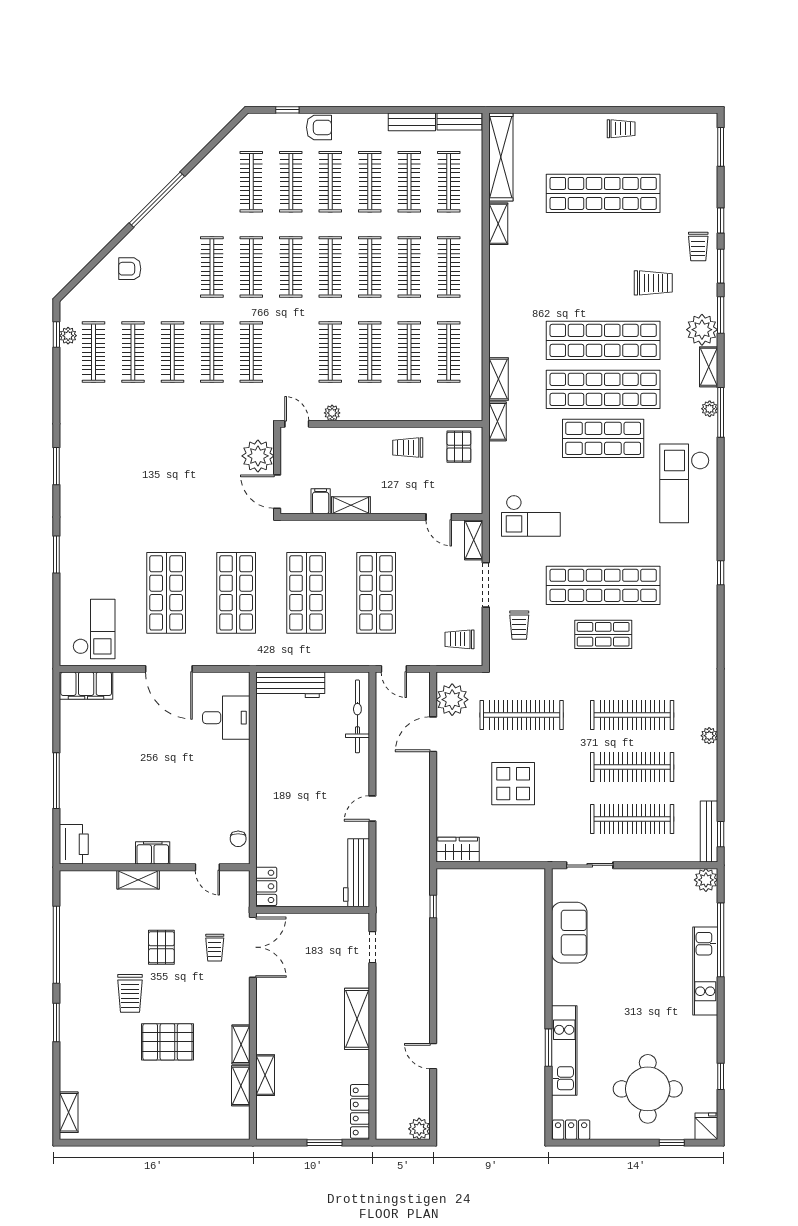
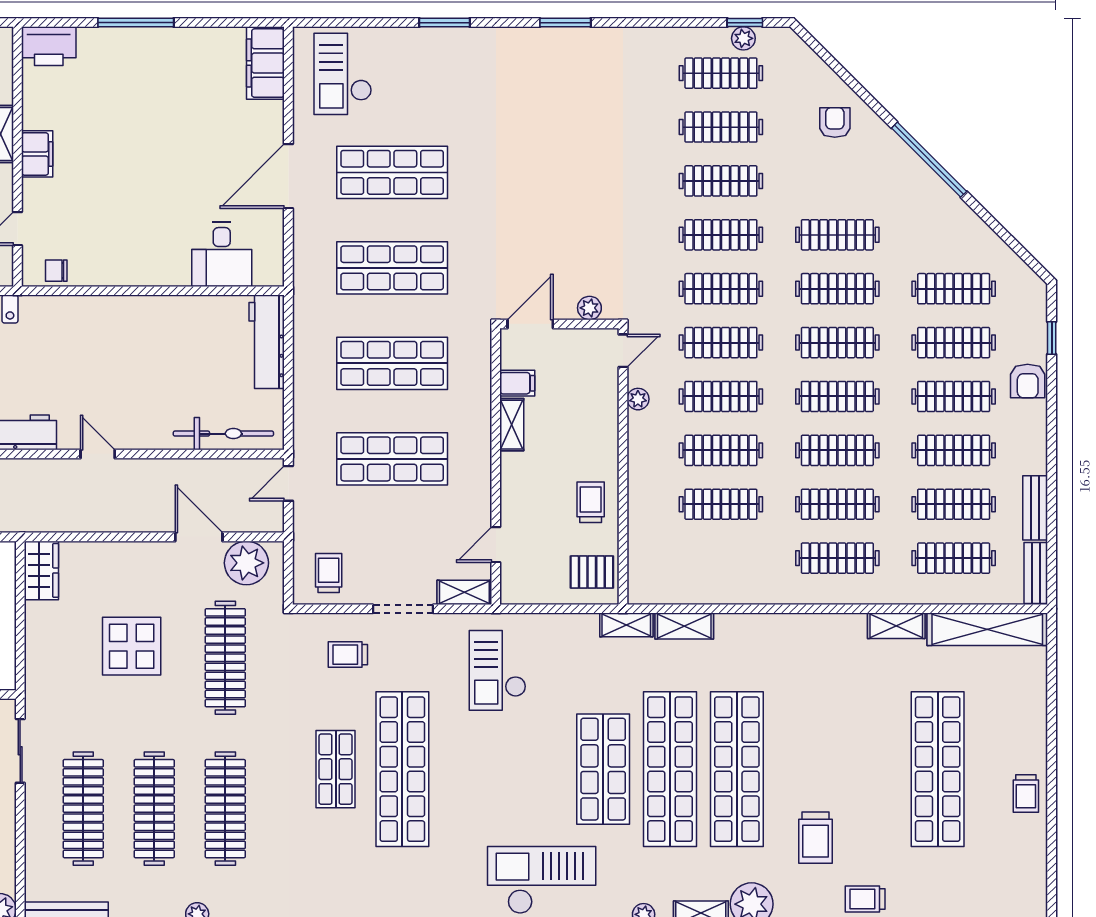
clothes rail: (449, 352) -> (721, 343), moved
plant: (258, 456) -> (589, 308), width x0.53, depth x0.53
checkout: (94, 629) -> (343, 74), turned 90

